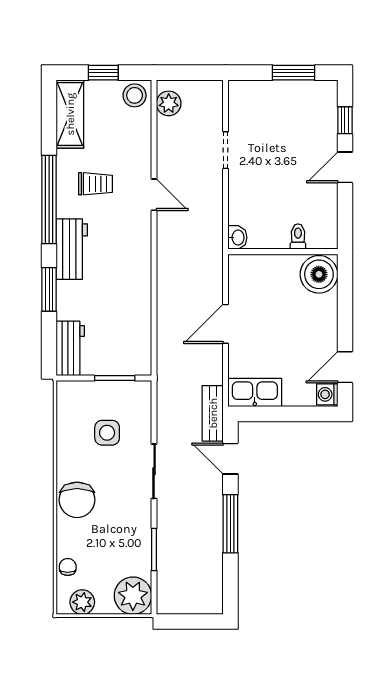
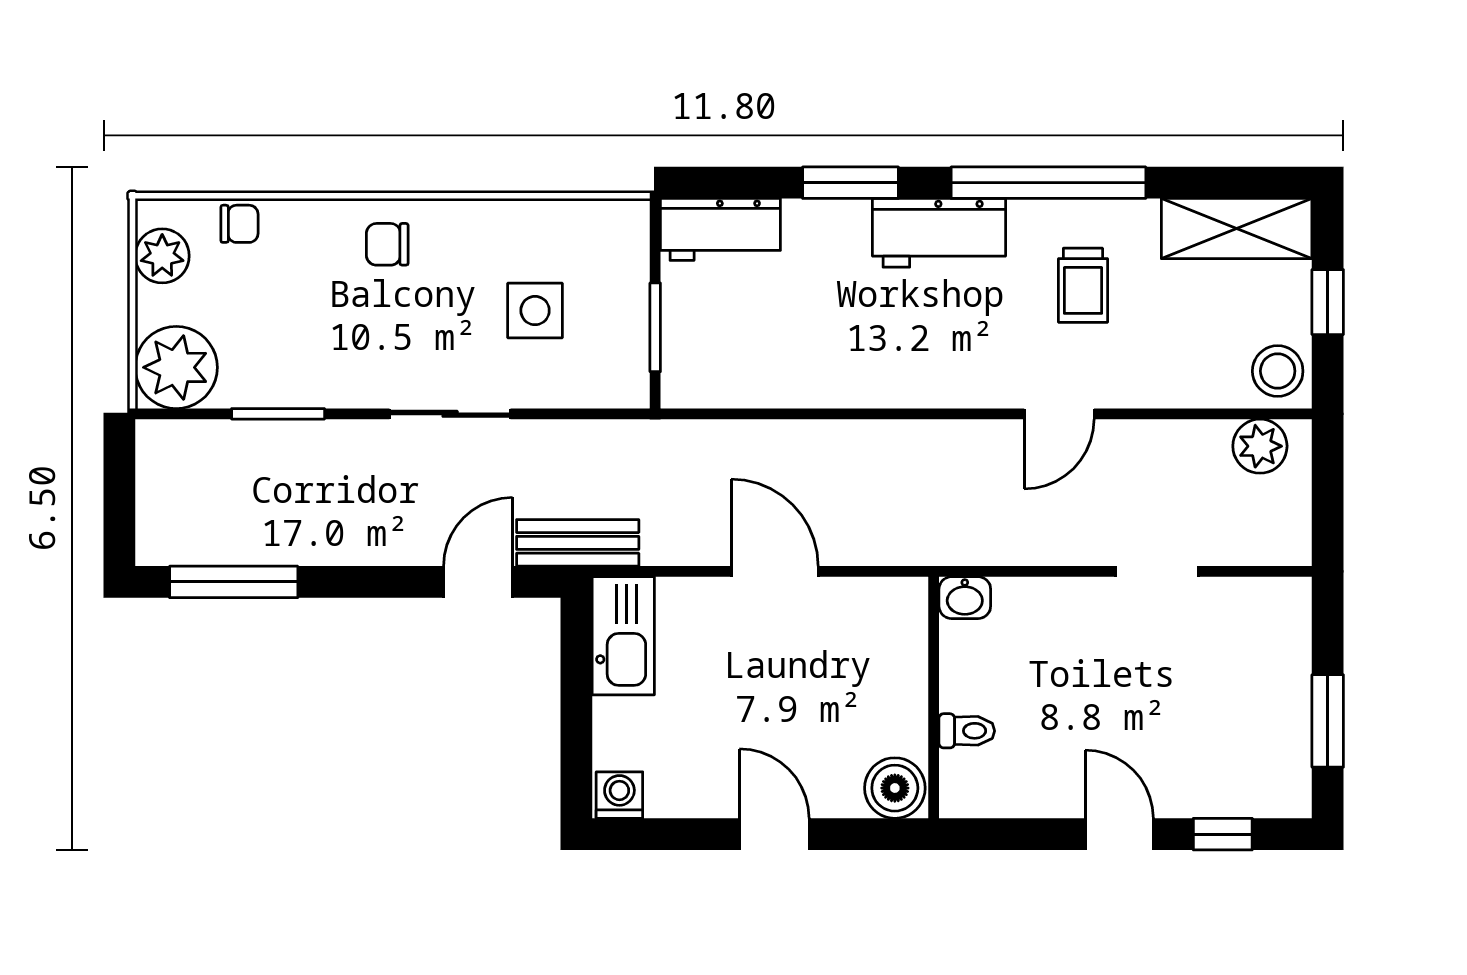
boiler: (319, 274) -> (895, 788), width x0.73, depth x0.73
door: (345, 367) -> (774, 834), moved
chair: (77, 500) -> (387, 244), width x0.54, depth x0.54
window: (230, 524) -> (234, 582), moved

